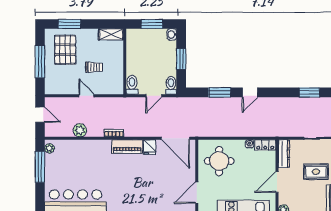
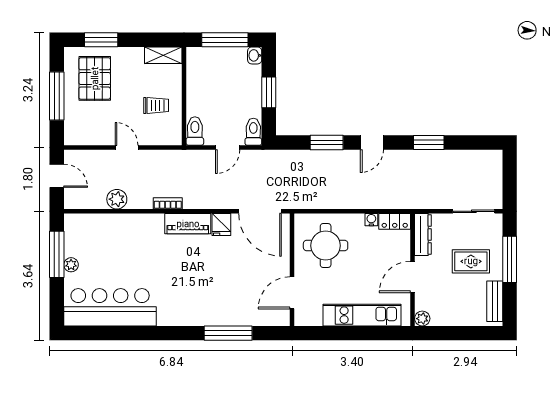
window: (152, 24) -> (225, 40), width x1.44
trolley: (94, 67) -> (156, 105), moved
window: (309, 92) -> (429, 143), moved
plant: (49, 148) -> (71, 265), moved

